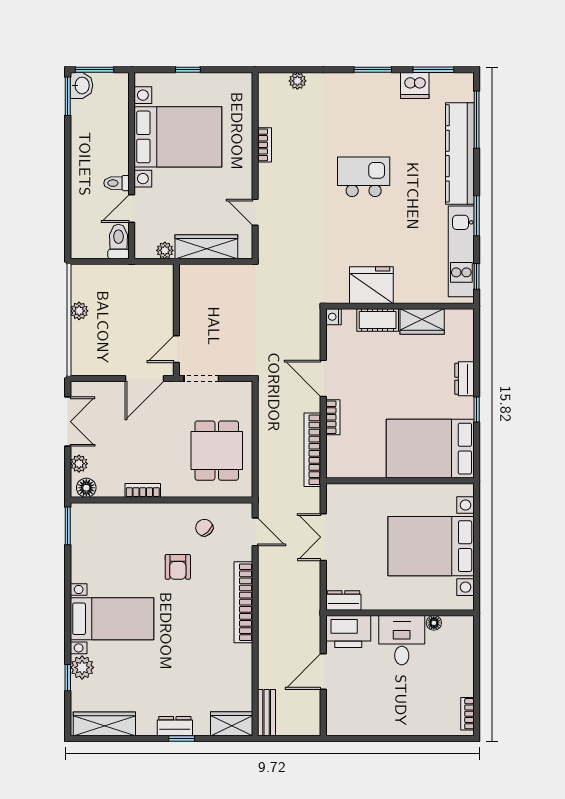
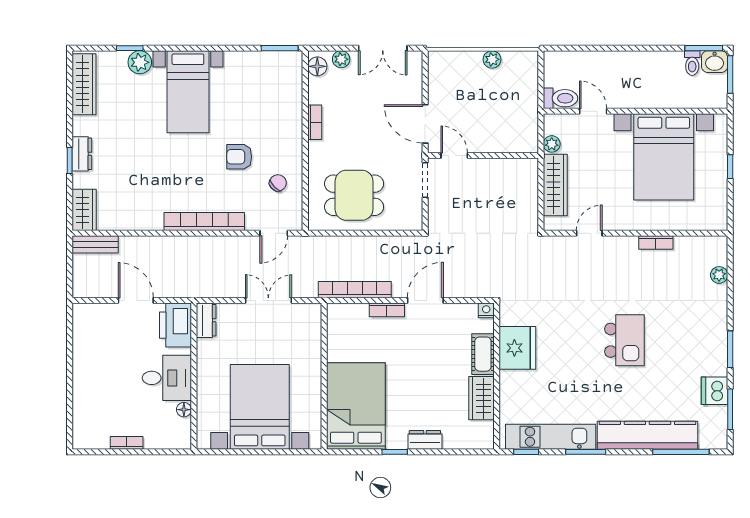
toilet: (116, 183) -> (692, 63), moved, turned 180
bookcase: (468, 714) -> (127, 443), moved

